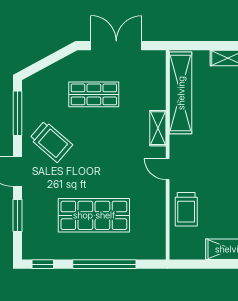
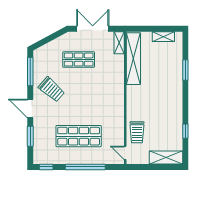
shelving: (158, 128) -> (119, 43), moved
door: (168, 169) -> (125, 153), moved

